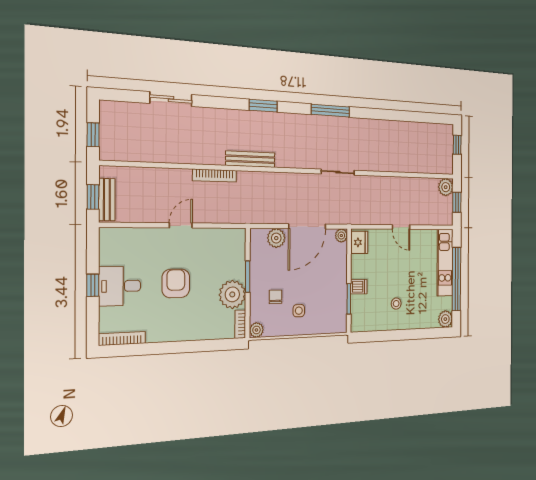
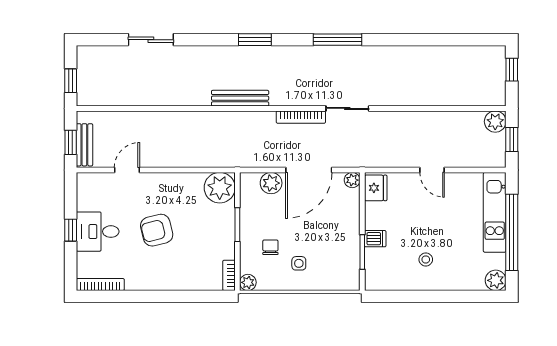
bookcase: (215, 176) -> (301, 117), moved
door: (181, 225) -> (127, 170), moved
armchair: (176, 283) -> (157, 230), turned -104
plant: (232, 294) -> (220, 188), moved

